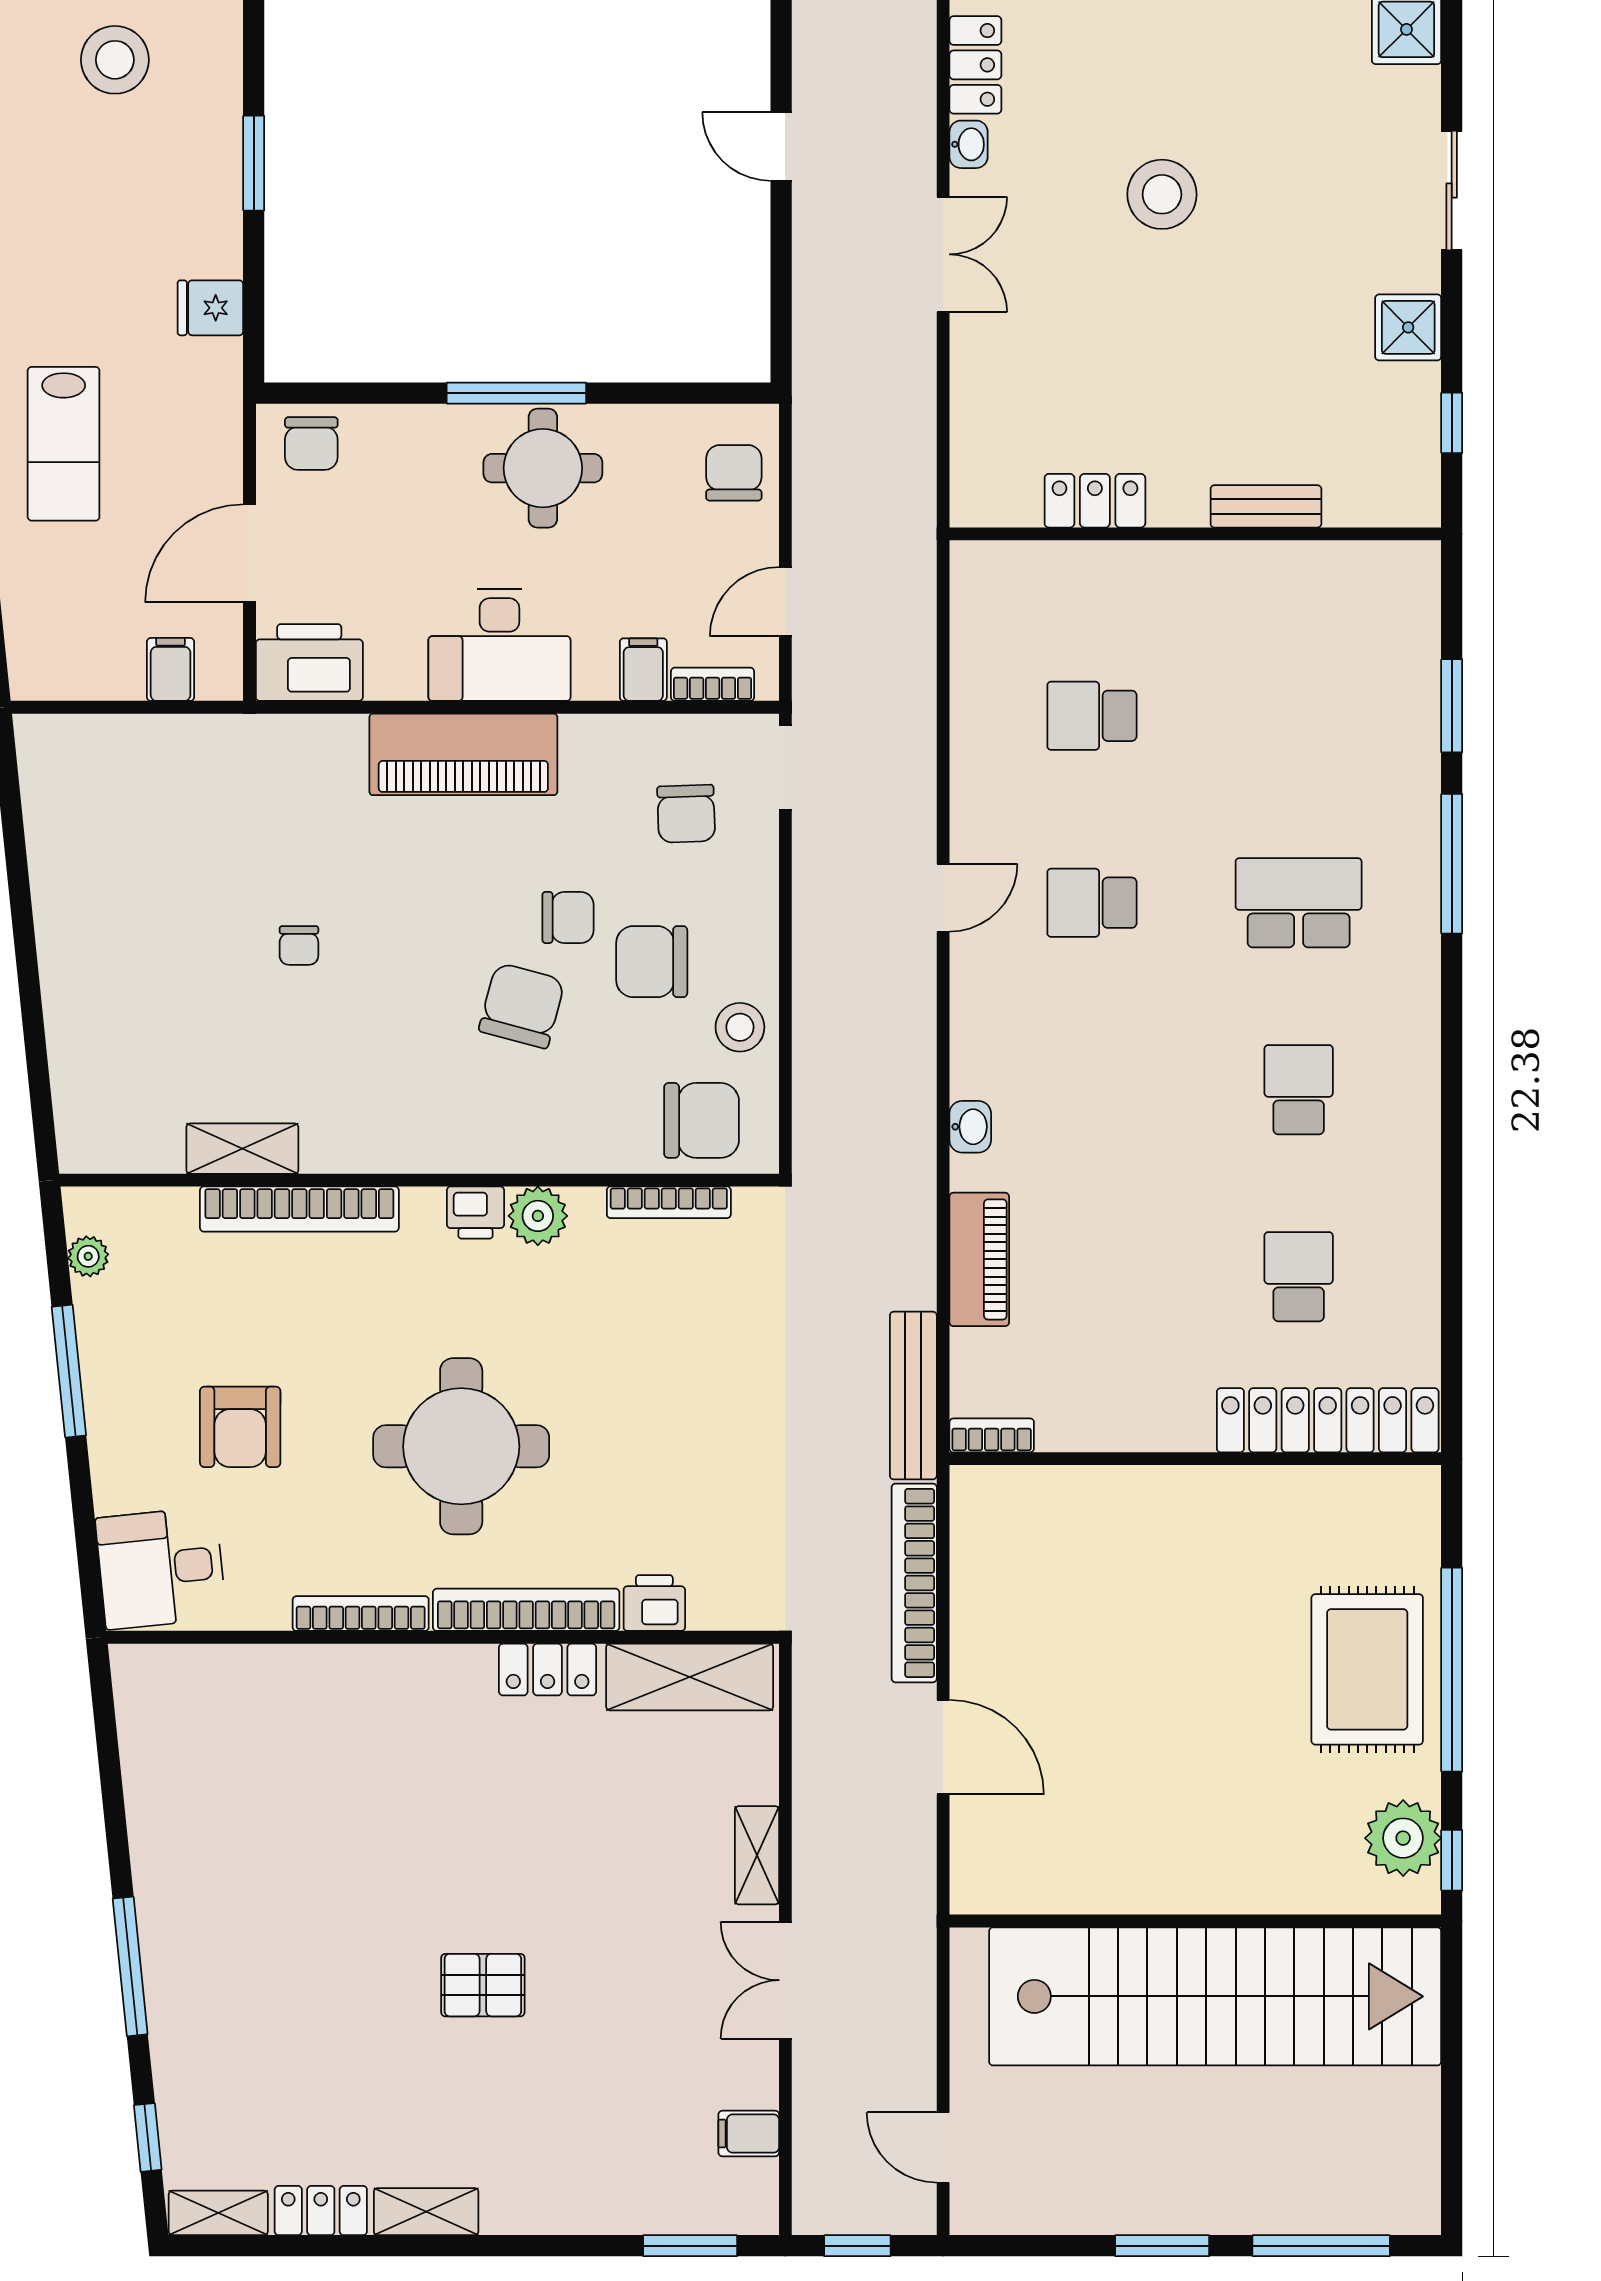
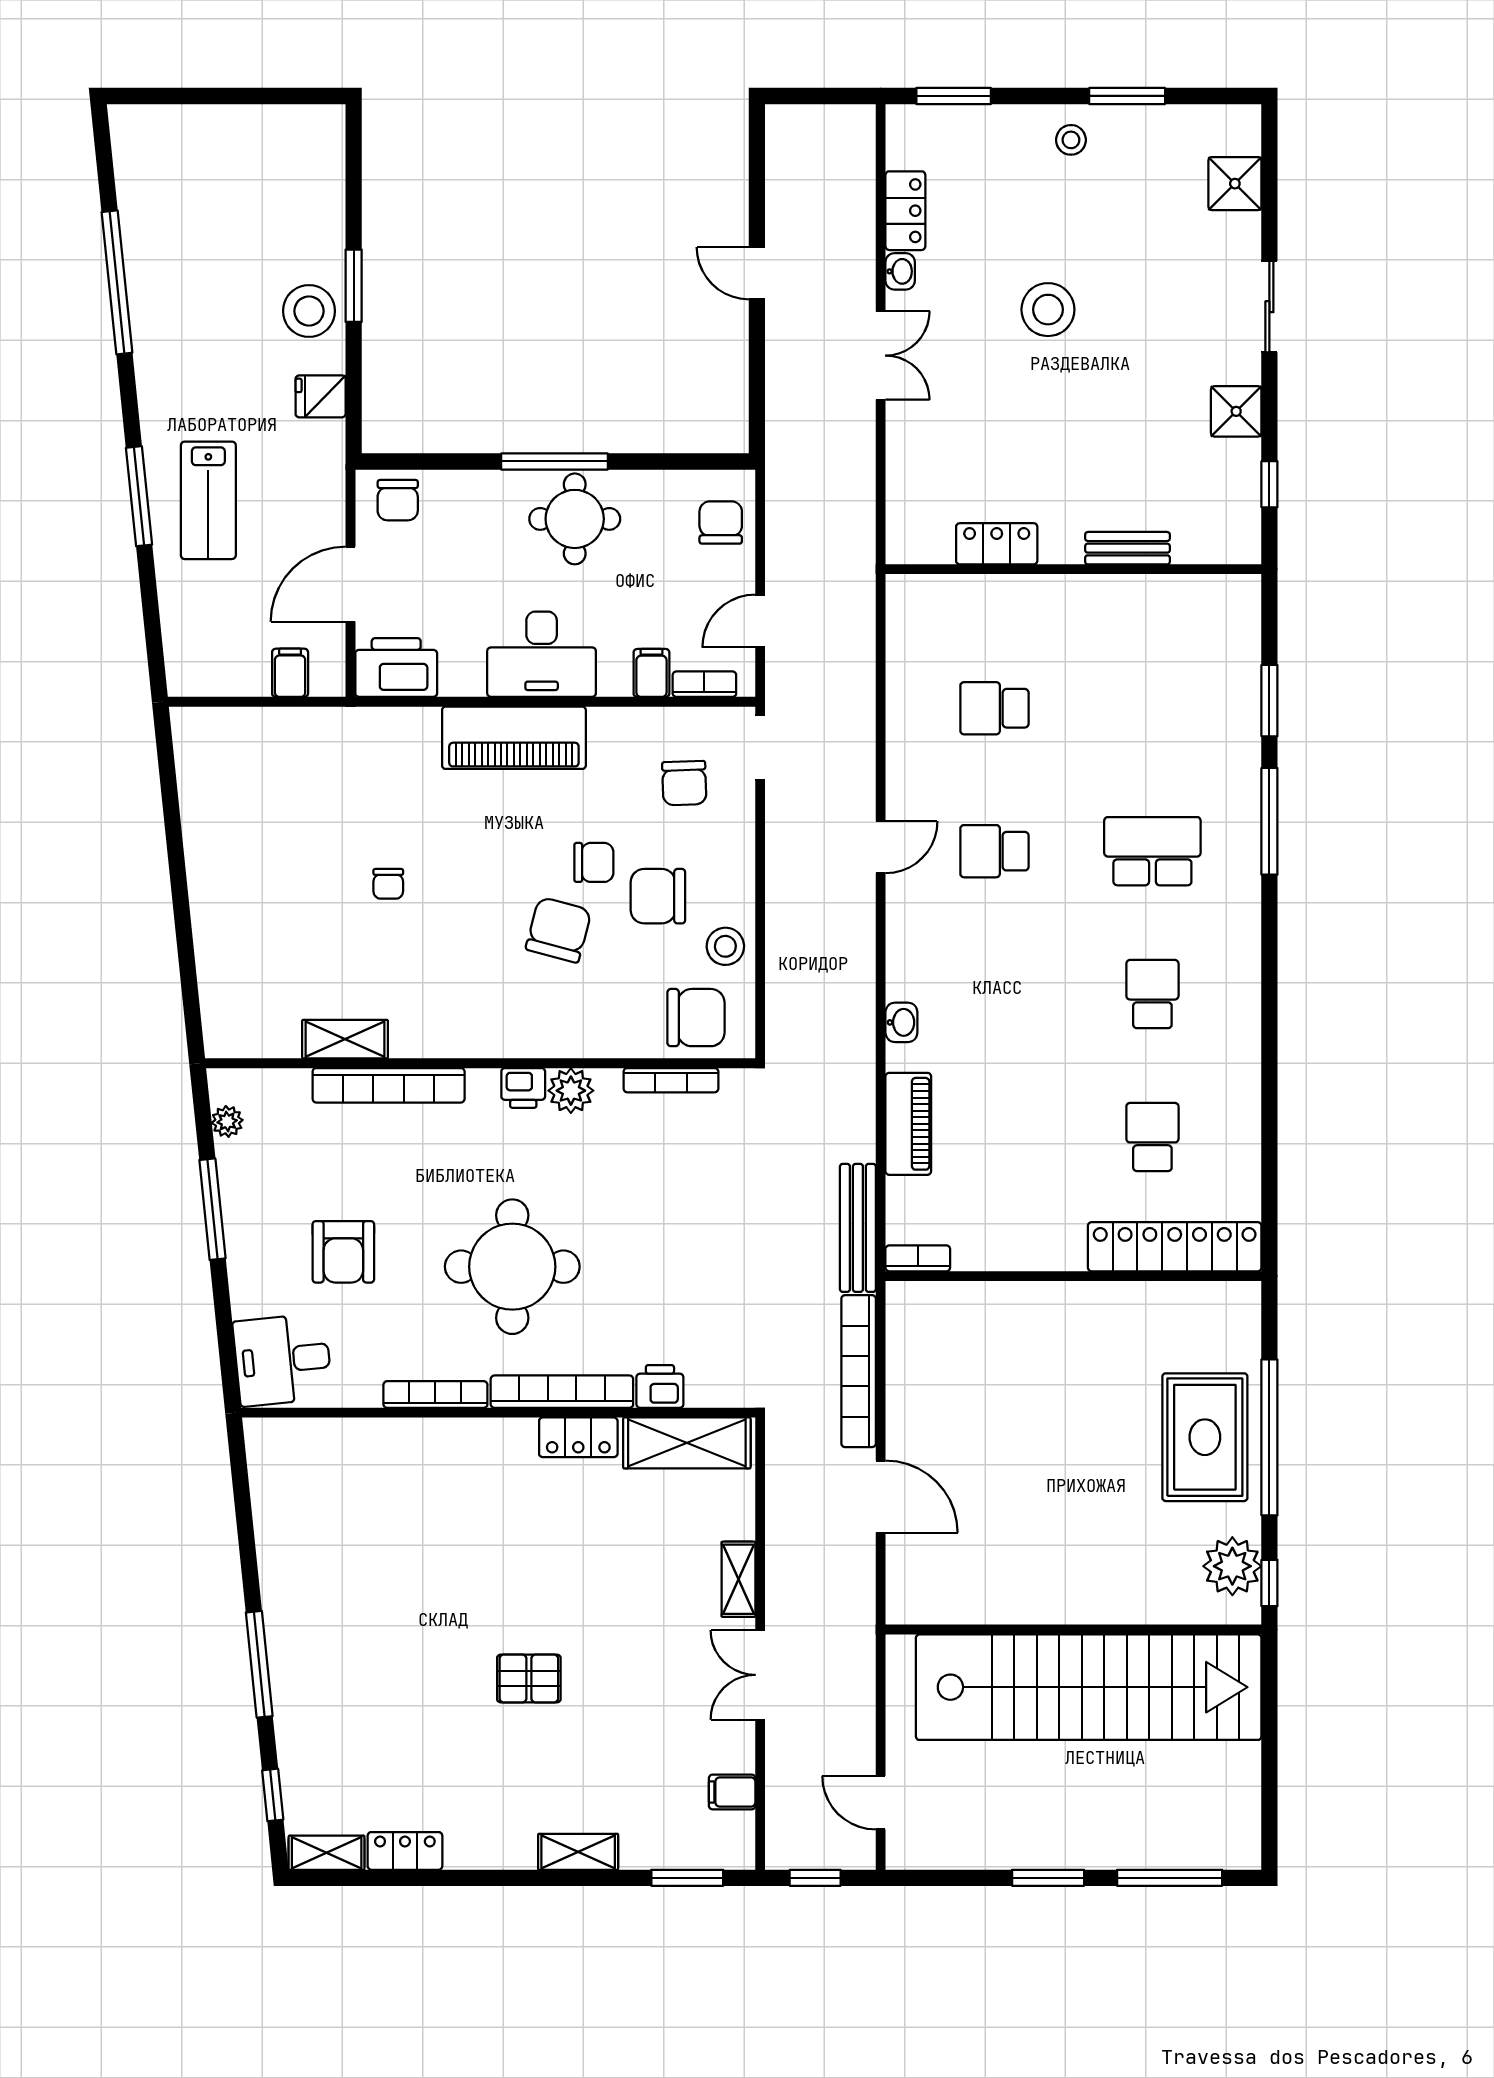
stool: (115, 60) -> (309, 311), moved
shelving: (426, 2212) -> (578, 1852), moved

